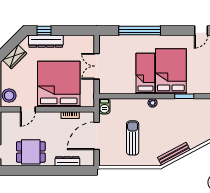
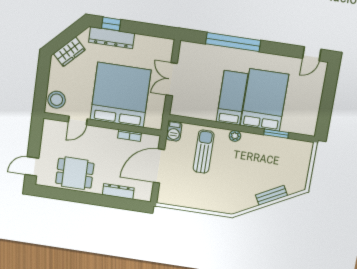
sun lounger: (133, 138) -> (204, 152), moved
bench: (174, 154) -> (272, 195), moved, width x0.73

